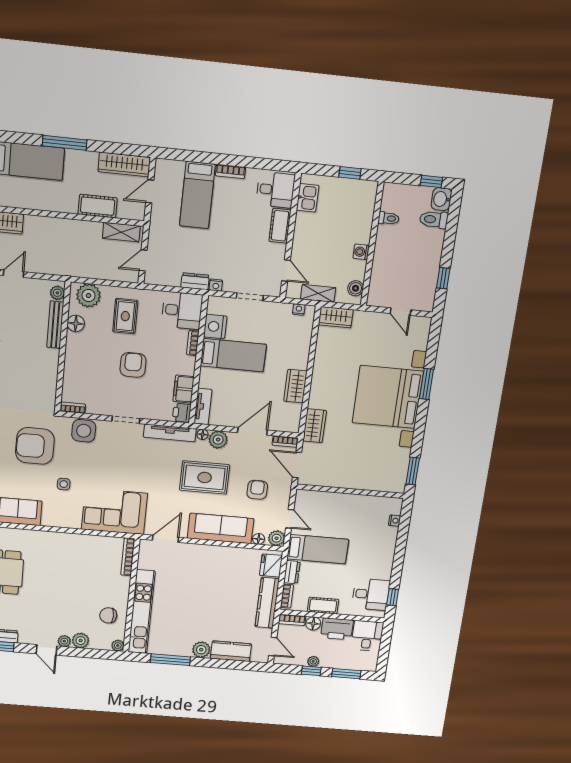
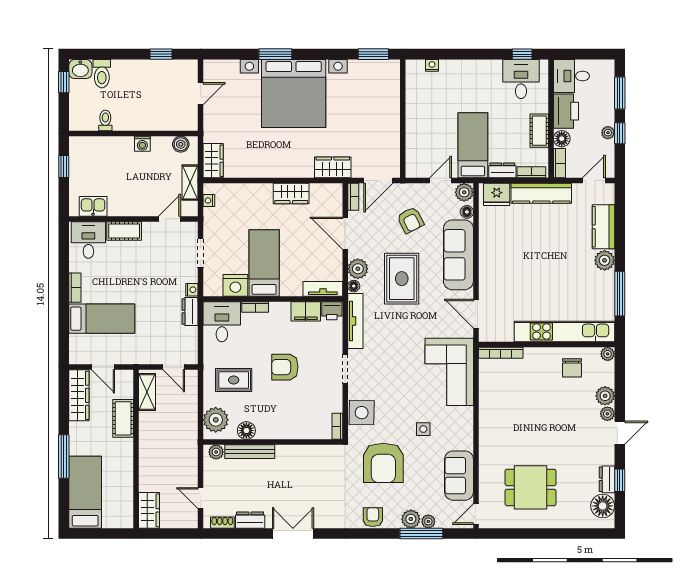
armchair: (257, 490) -> (410, 220), turned -117

